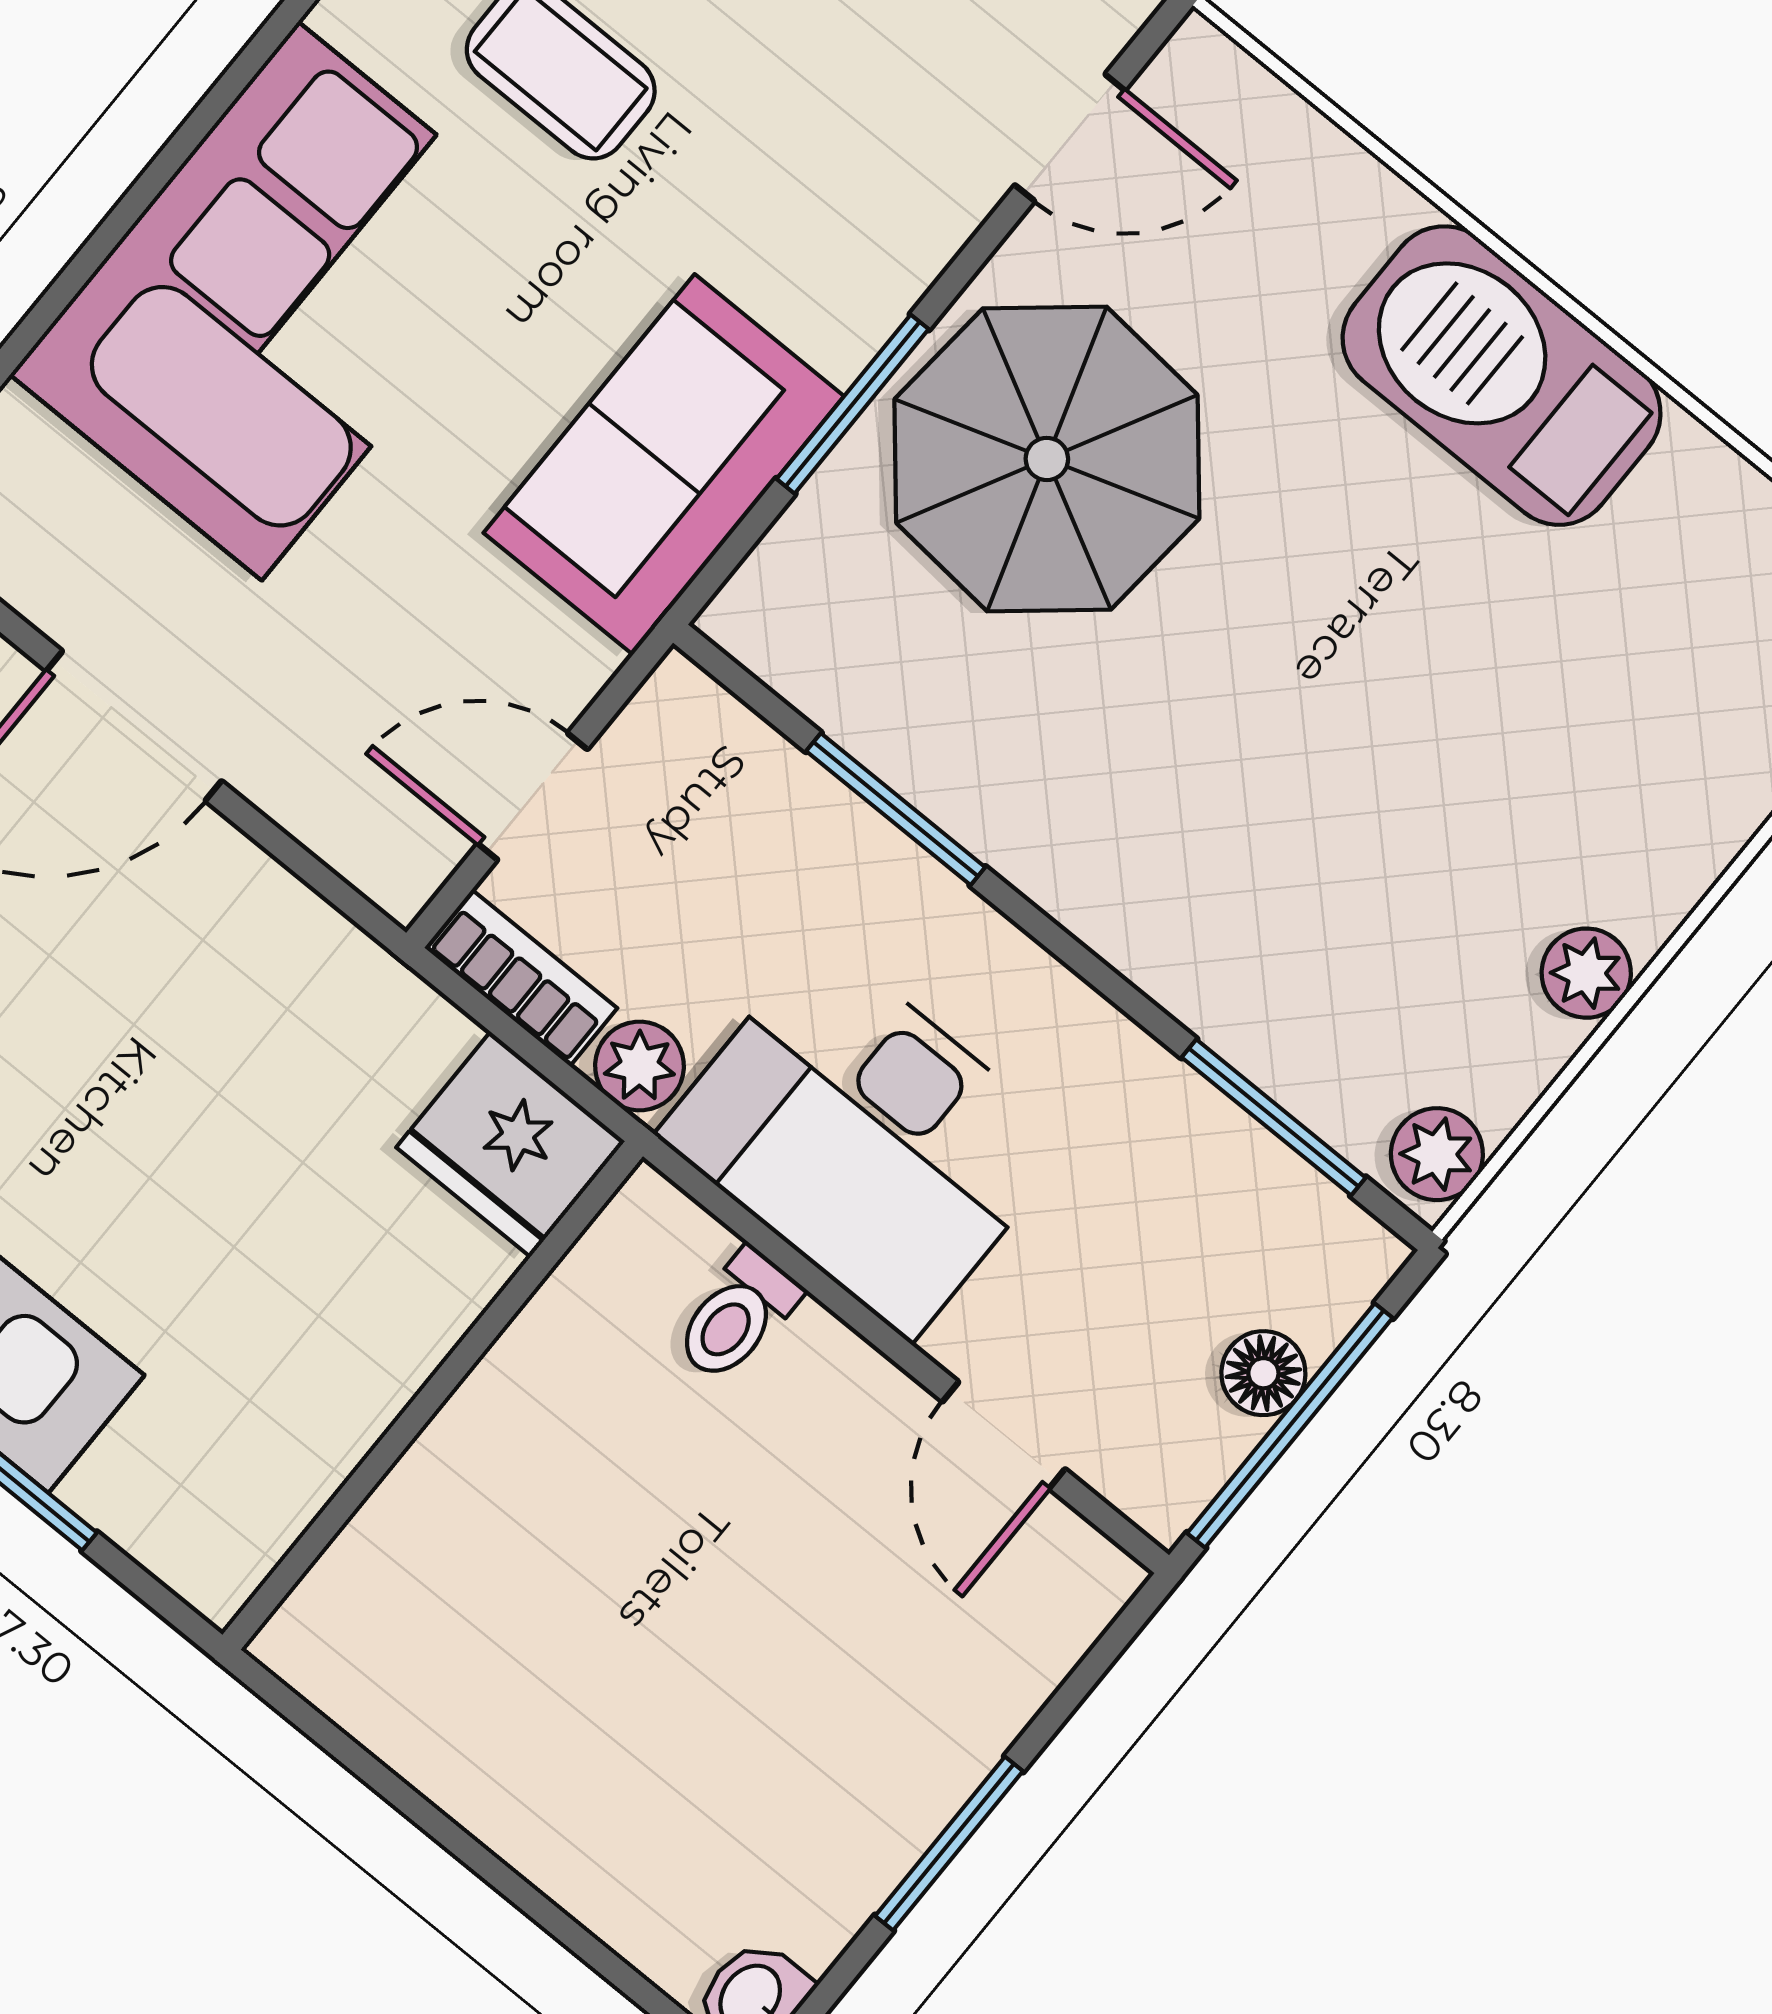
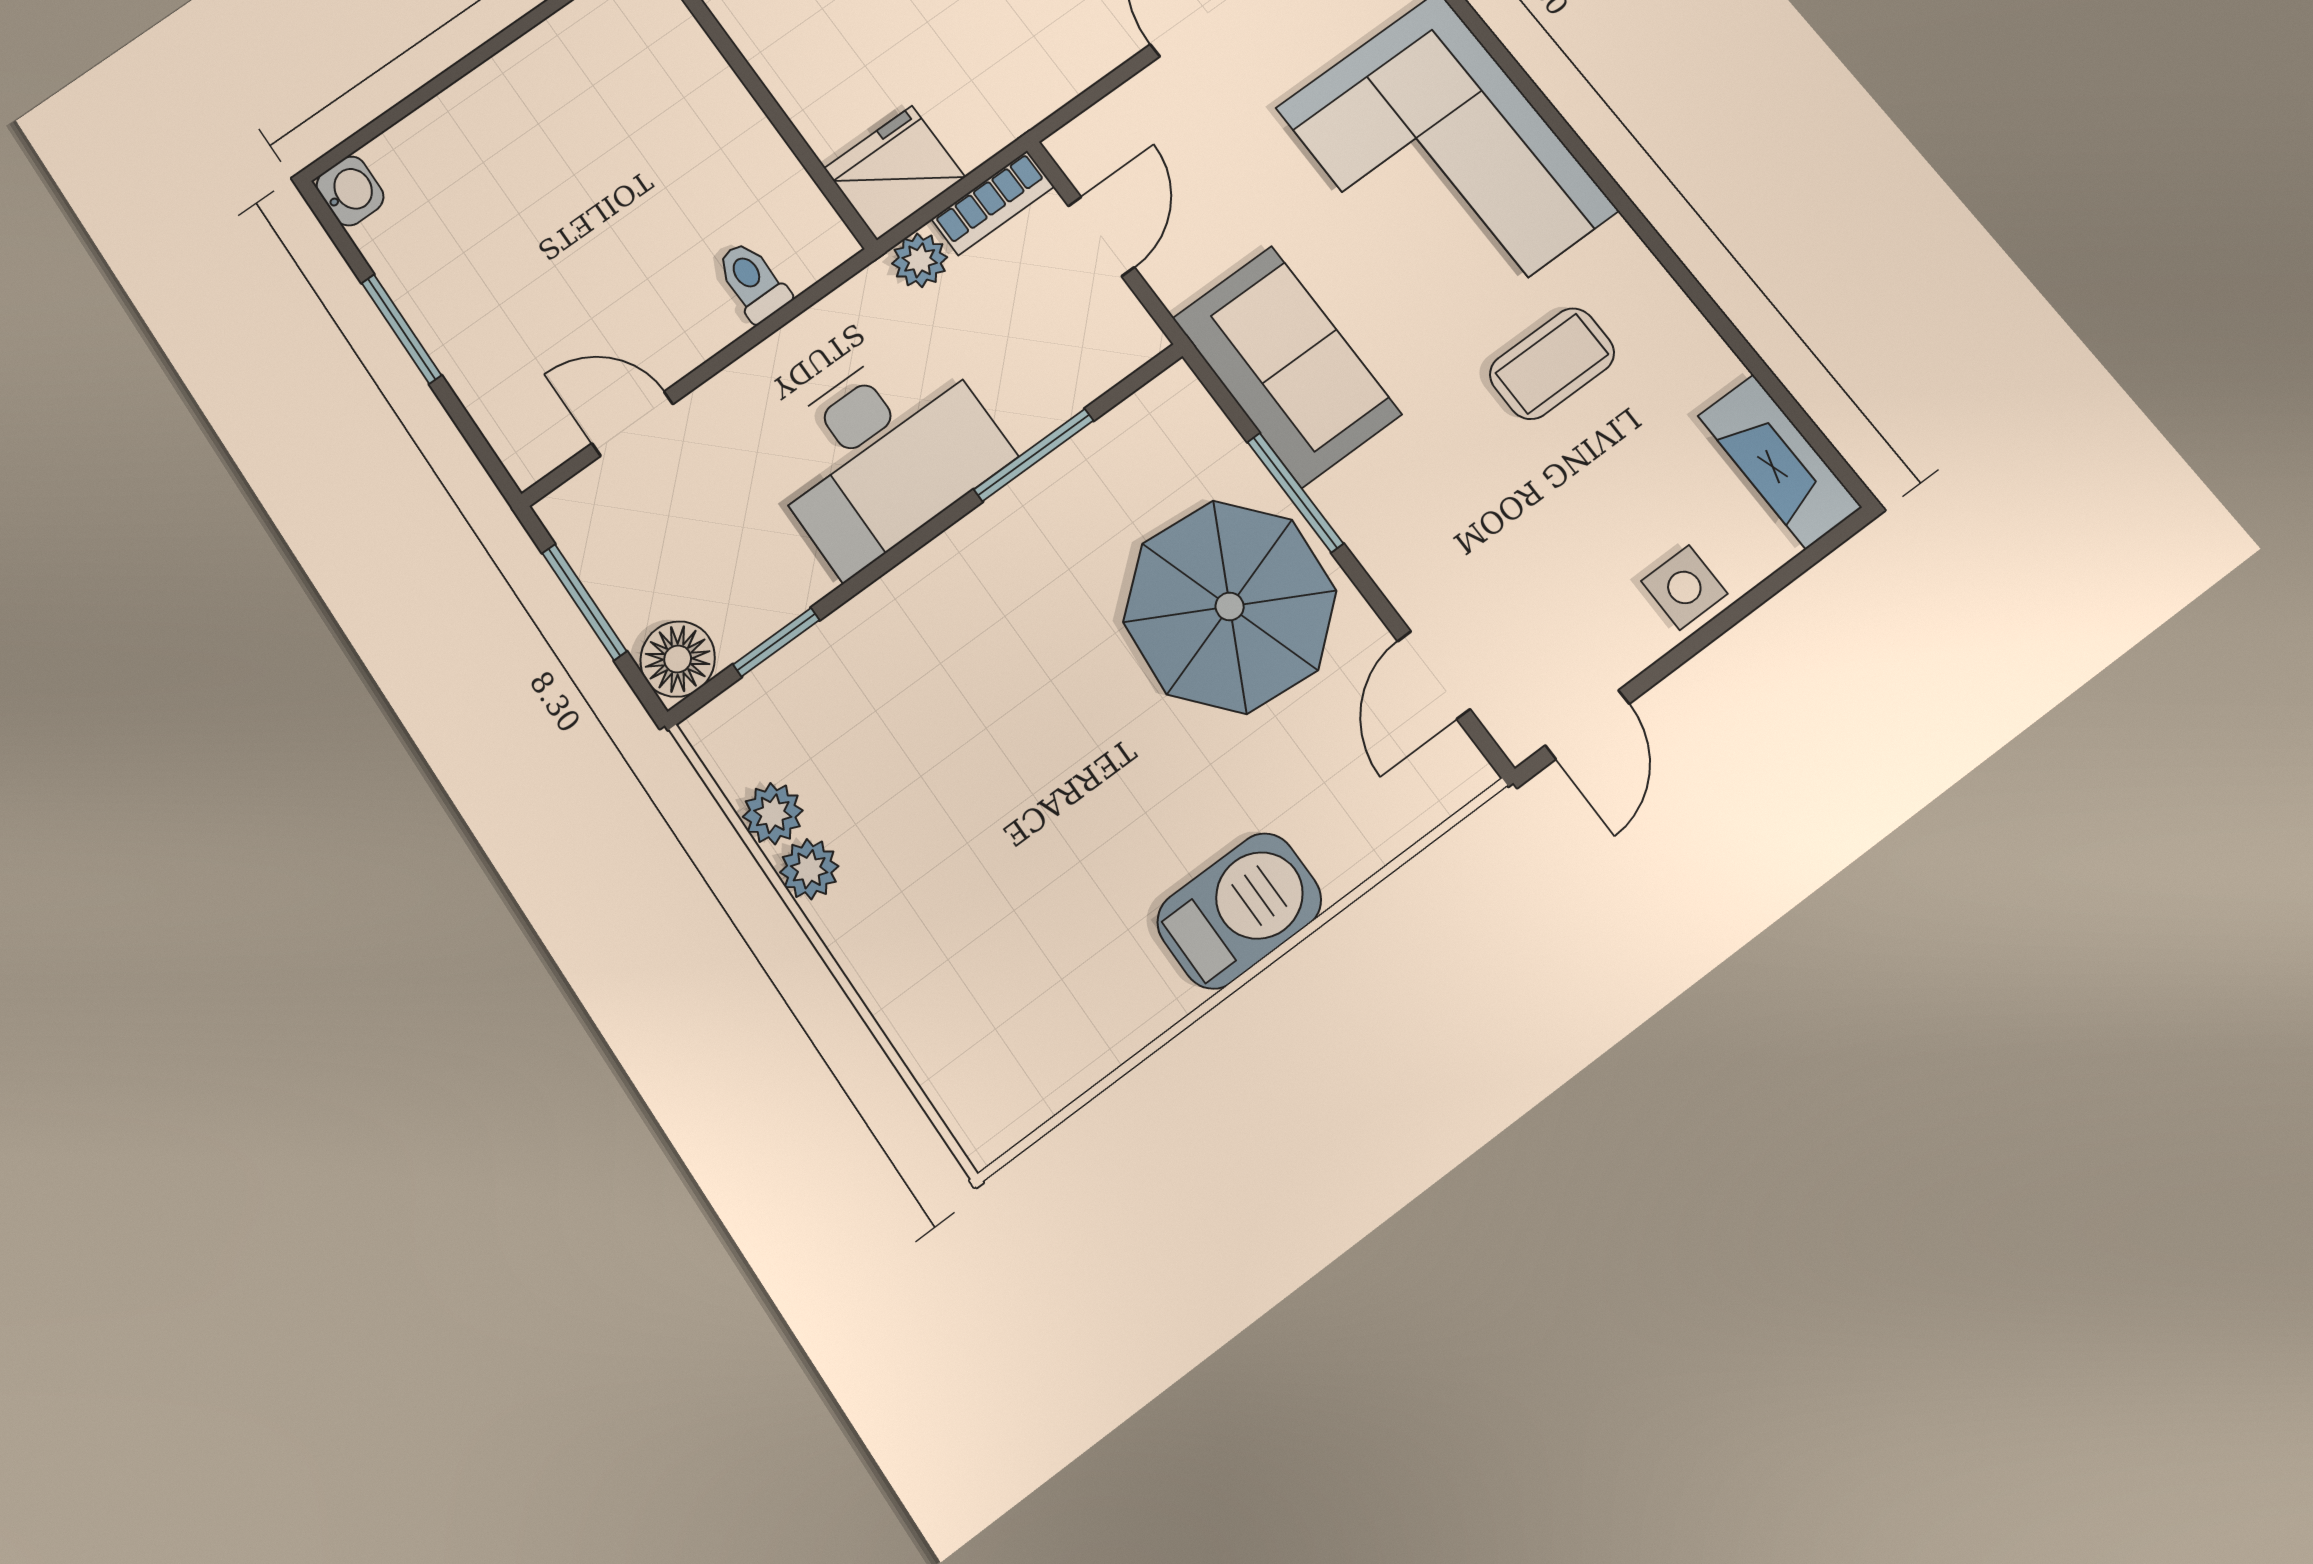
barbecue: (1502, 376) -> (1239, 911), width x0.73, depth x0.83
window: (1274, 1117) -> (776, 642), width x0.67
desk: (865, 1138) -> (883, 453), moved, turned 180
plant: (1437, 1154) -> (773, 814), moved
floor lamp: (1263, 1373) -> (678, 659), moved, width x1.37, depth x1.37
window: (1290, 1426) -> (584, 602), width x0.69

